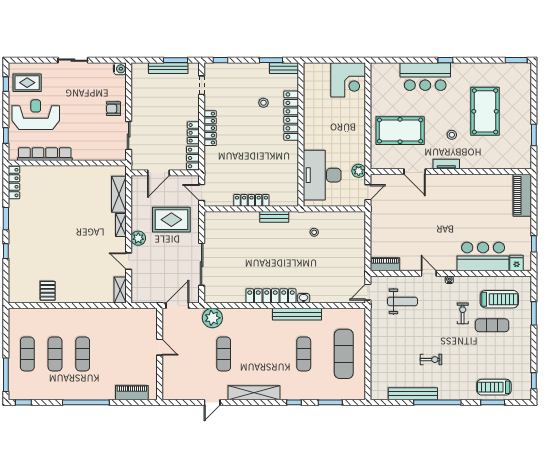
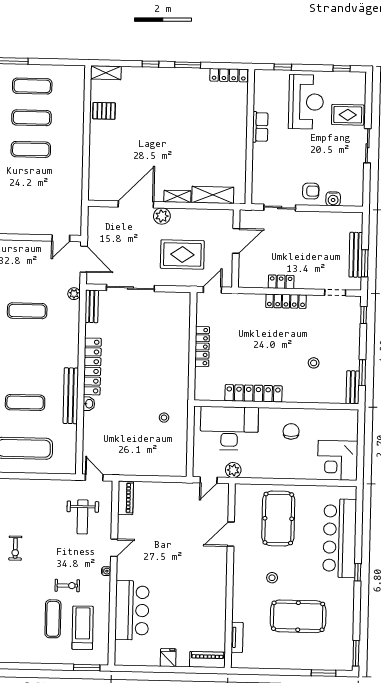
water cooler: (120, 69) -> (333, 199), moved
bar counter: (425, 77) -> (340, 538), width x1.36
rug: (27, 83) -> (348, 115), moved, turned 90
armchair: (113, 109) -> (311, 191), turned 90
locker: (291, 116) -> (253, 393), moved
chair: (324, 121) -> (291, 431), added
window: (534, 135) -> (324, 673), moved
row of seats: (45, 154) -> (260, 127), width x0.50
locker: (193, 158) -> (252, 281), removed
tv unit: (446, 164) -> (237, 637), moved
door: (159, 173) -> (236, 241), swing flipped
door: (368, 192) -> (209, 480), hinge flipped
piano: (522, 195) -> (207, 660), width x0.73, depth x0.75
bench: (274, 217) -> (92, 306), moved
rug: (171, 220) -> (182, 255), turned 90
window: (534, 244) -> (145, 669), removed
door: (129, 261) -> (136, 204), width x1.87
fridge: (517, 263) -> (168, 658), moved, turned -90
shelving: (120, 290) -> (106, 73), moved
treadmill: (499, 299) -> (83, 628), turned 180
window: (534, 313) -> (87, 668), moved
plant: (212, 318) -> (74, 294), width x0.53, depth x0.53
door: (160, 347) -> (61, 238), moved

